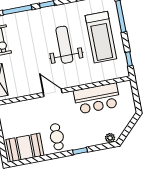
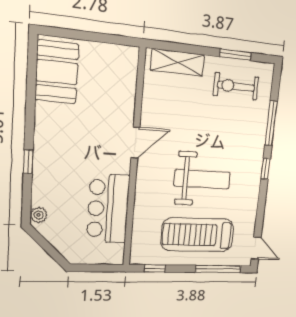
cafe table: (57, 137) -> (62, 130), removed

